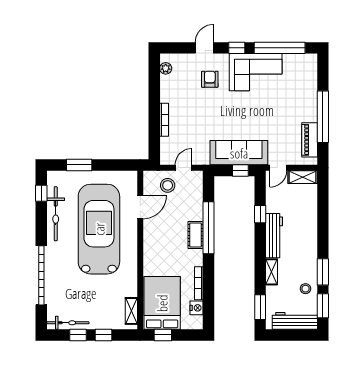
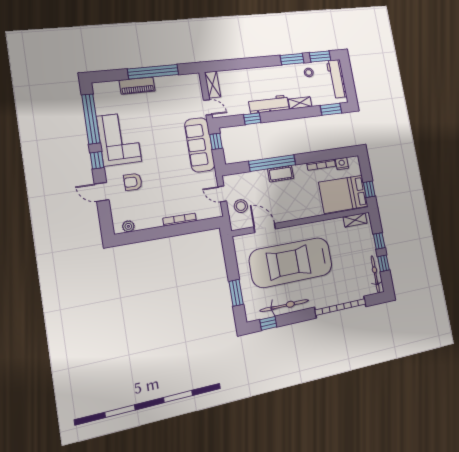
piano: (310, 140) -> (137, 86), moved

